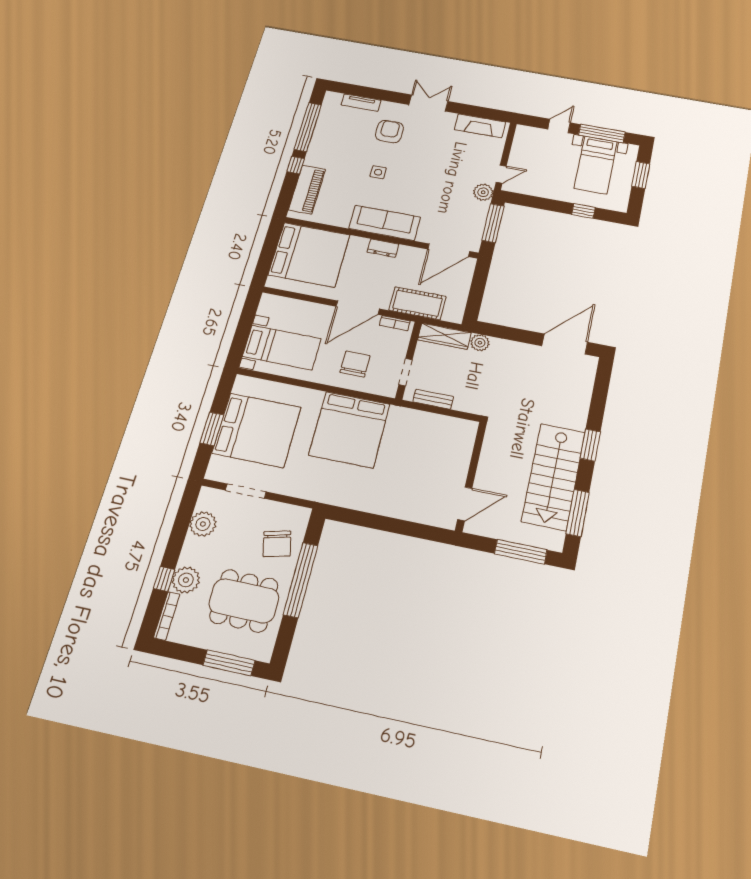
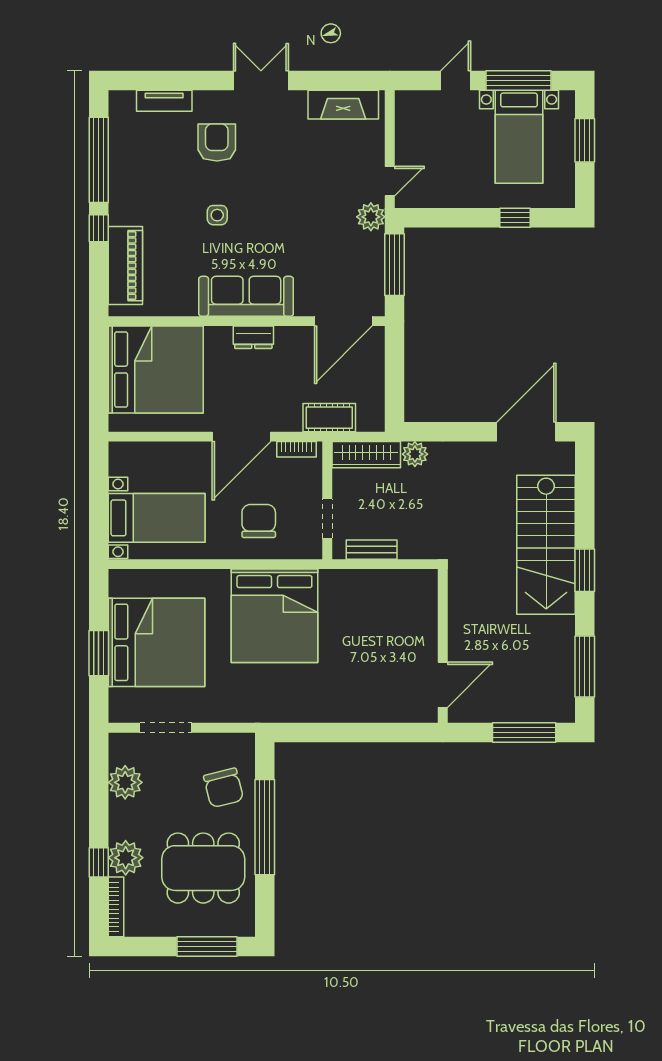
cot: (417, 303) -> (329, 418), width x0.73, depth x0.75
stairs: (553, 477) -> (546, 545), moved

